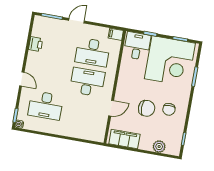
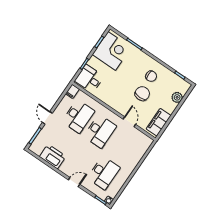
printer: (36, 44) -> (53, 156), width x1.87, depth x1.48
corner desk: (170, 61) -> (112, 51), width x0.74, depth x0.74
desk: (87, 82) -> (100, 131), turned 180

